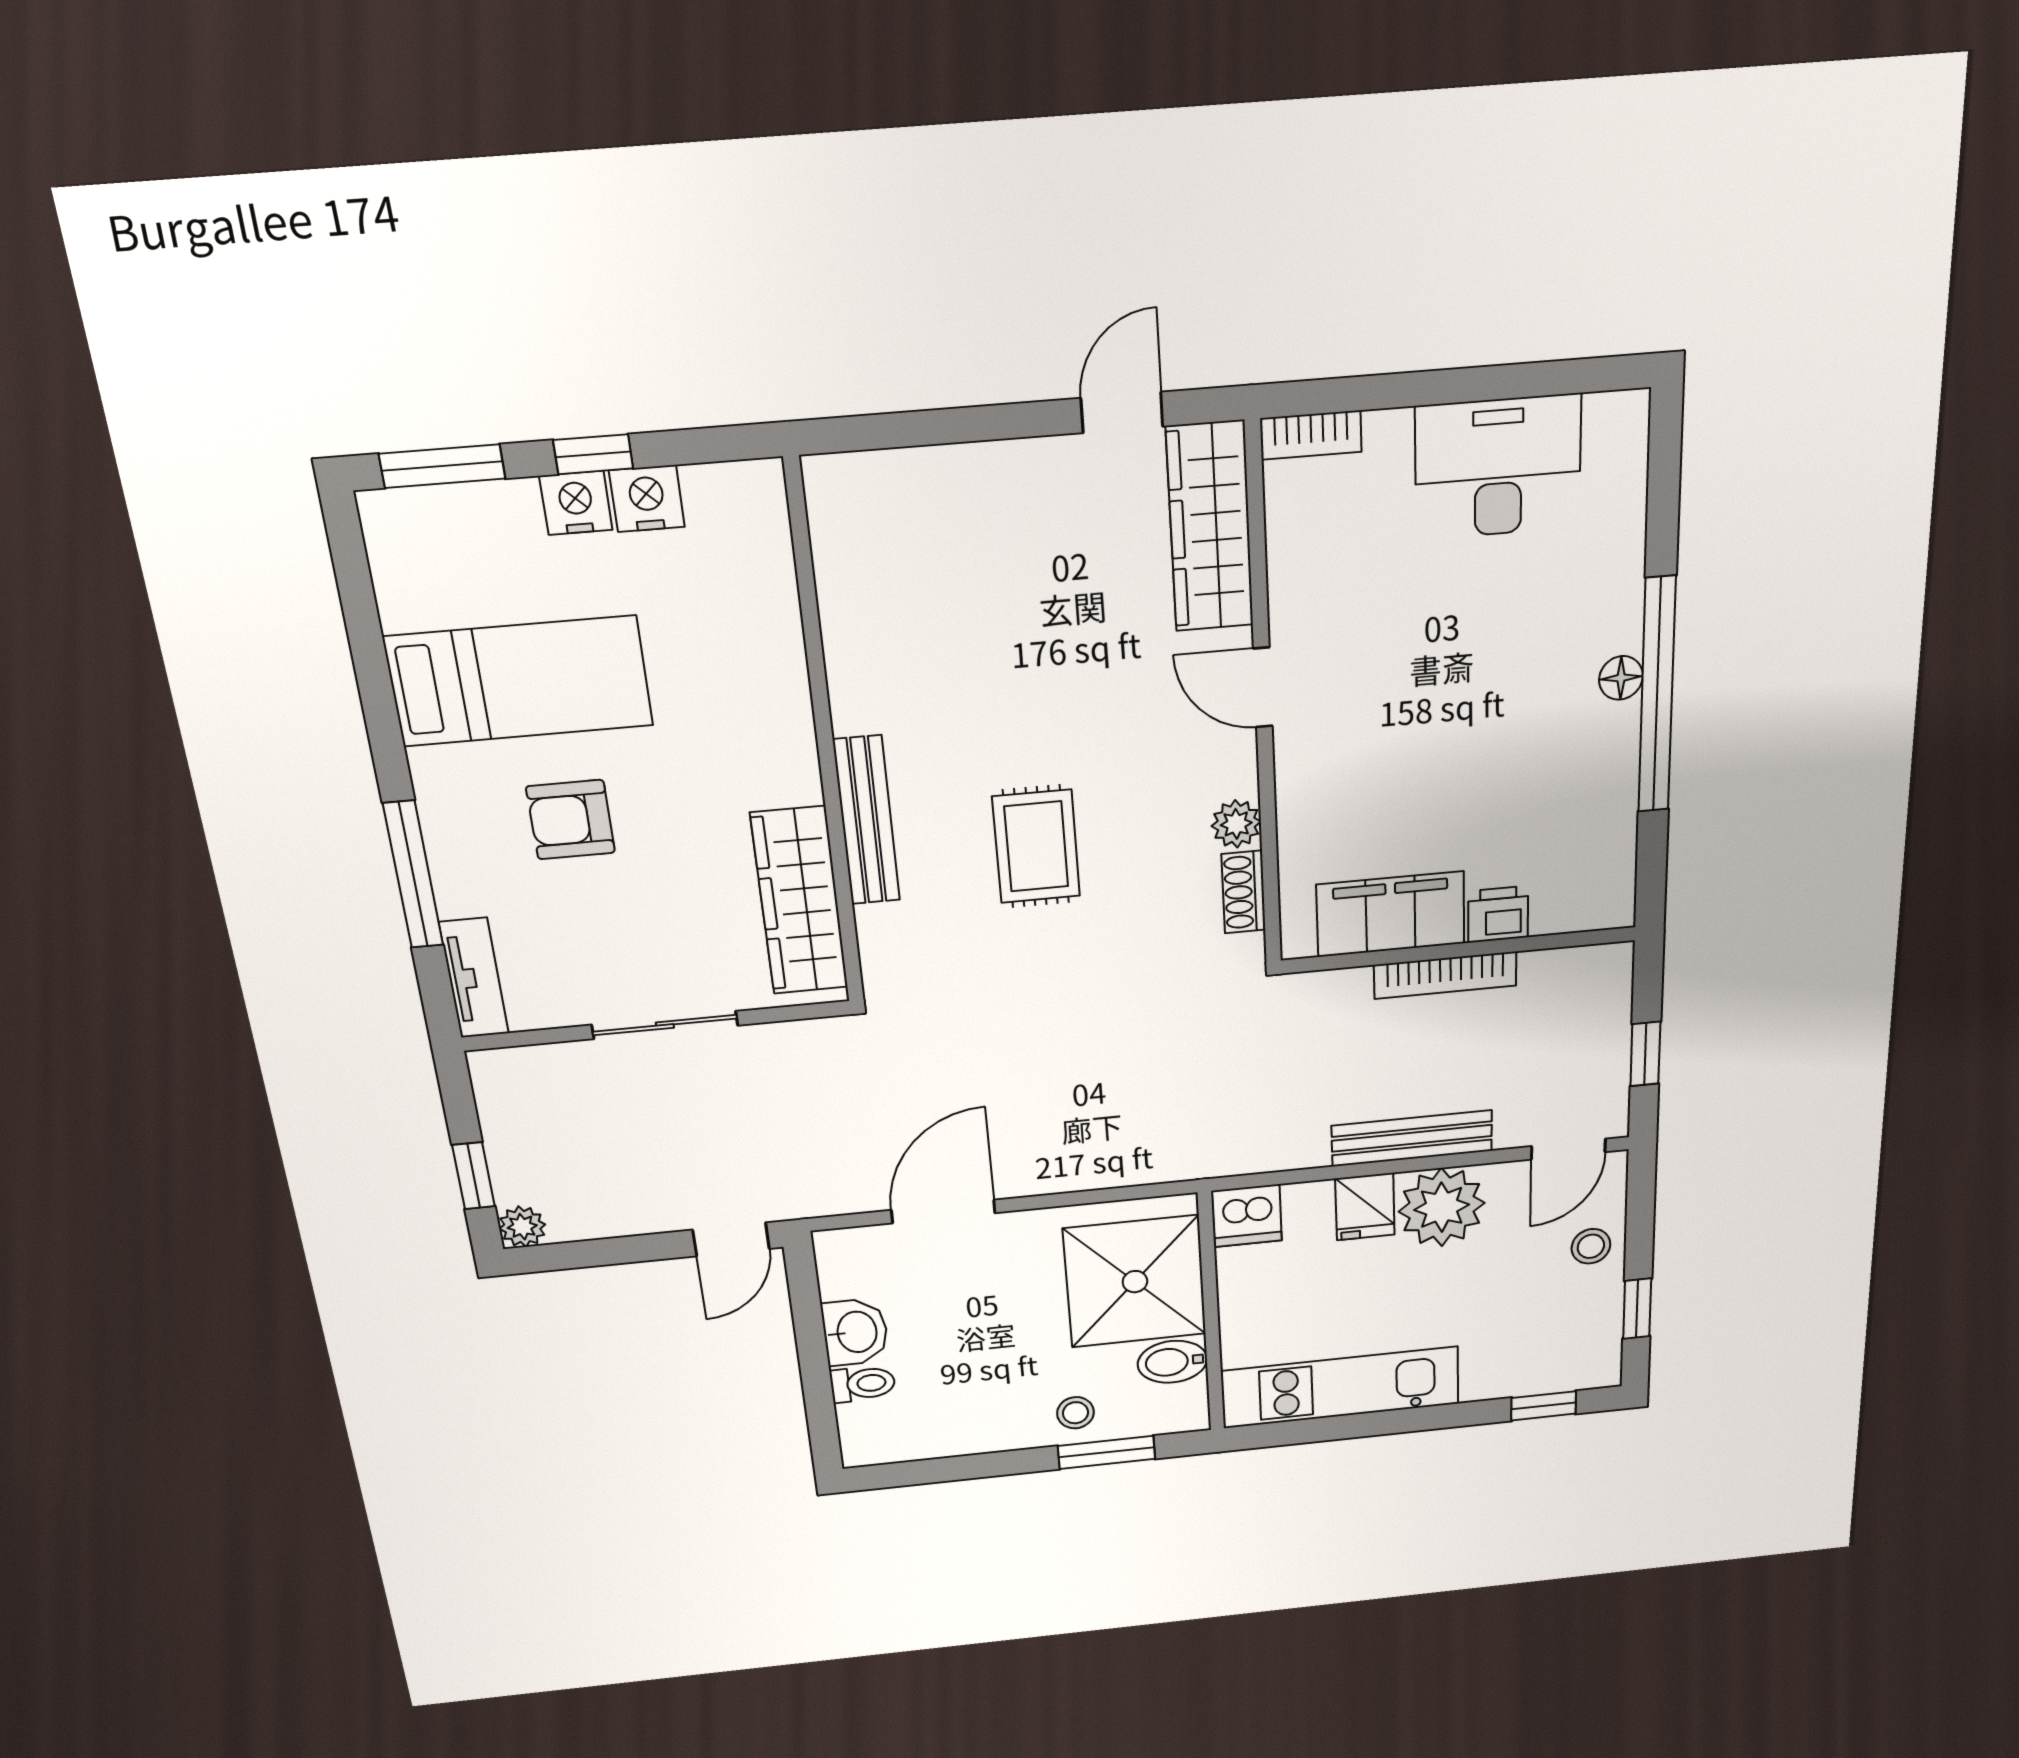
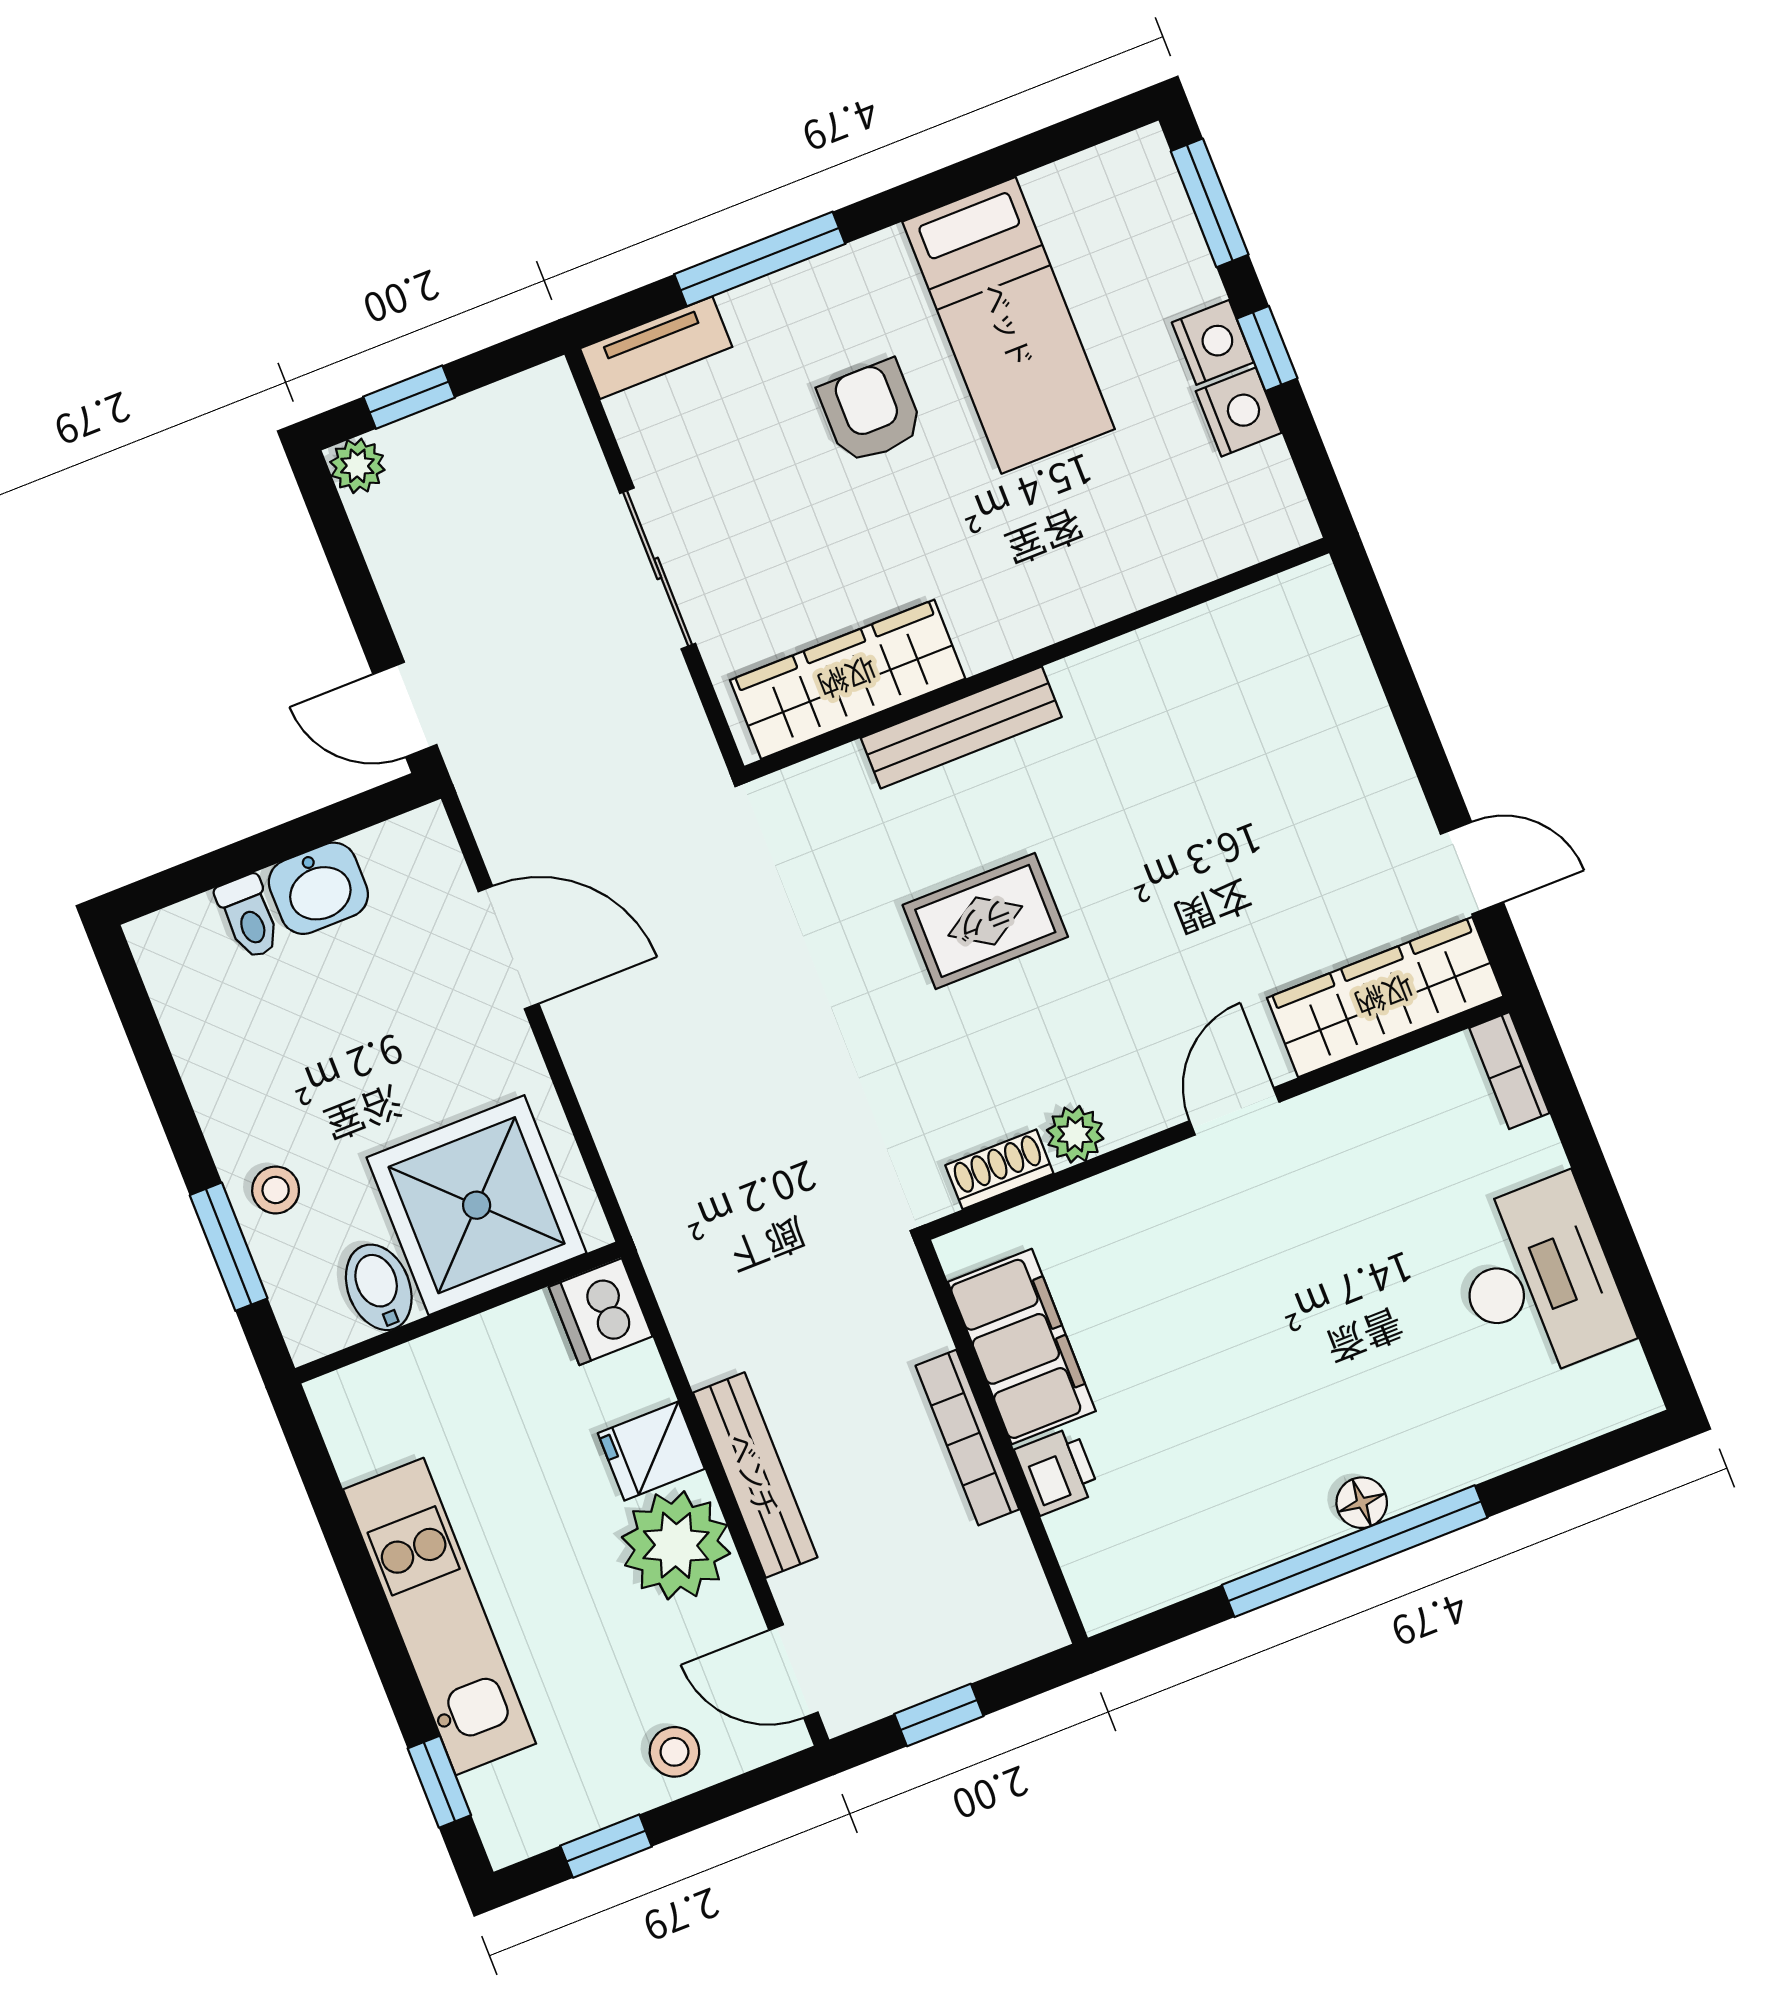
kitchen unit: (1340, 1387) -> (440, 1617), moved

